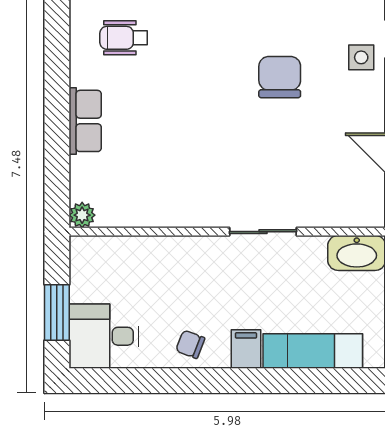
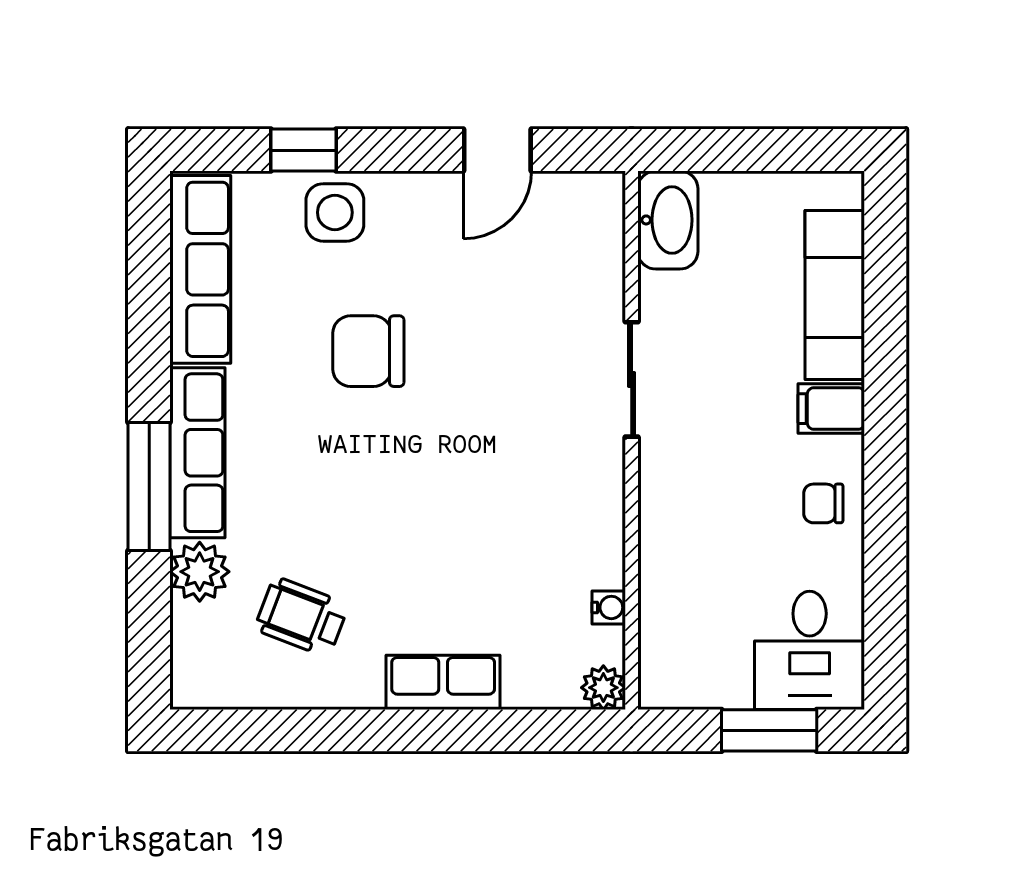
wheelchair: (124, 38) -> (302, 617), turned 111
side table: (361, 57) -> (335, 212), width x1.37, depth x1.37
water cooler: (129, 218) -> (609, 607), added
chair: (190, 344) -> (823, 503), turned 69

